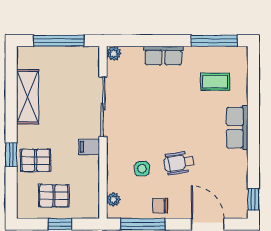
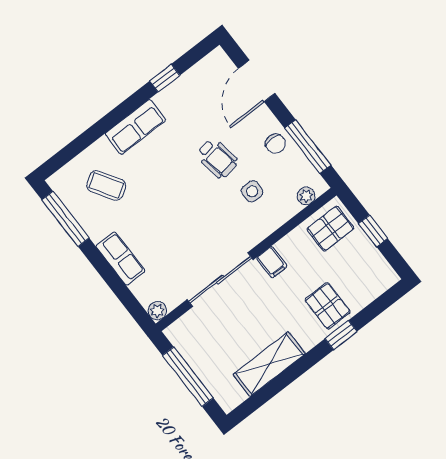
coffee table: (215, 82) -> (106, 186), turned -32
pallet: (54, 196) -> (330, 229), moved, turned 90
window: (253, 199) -> (165, 78), moved

